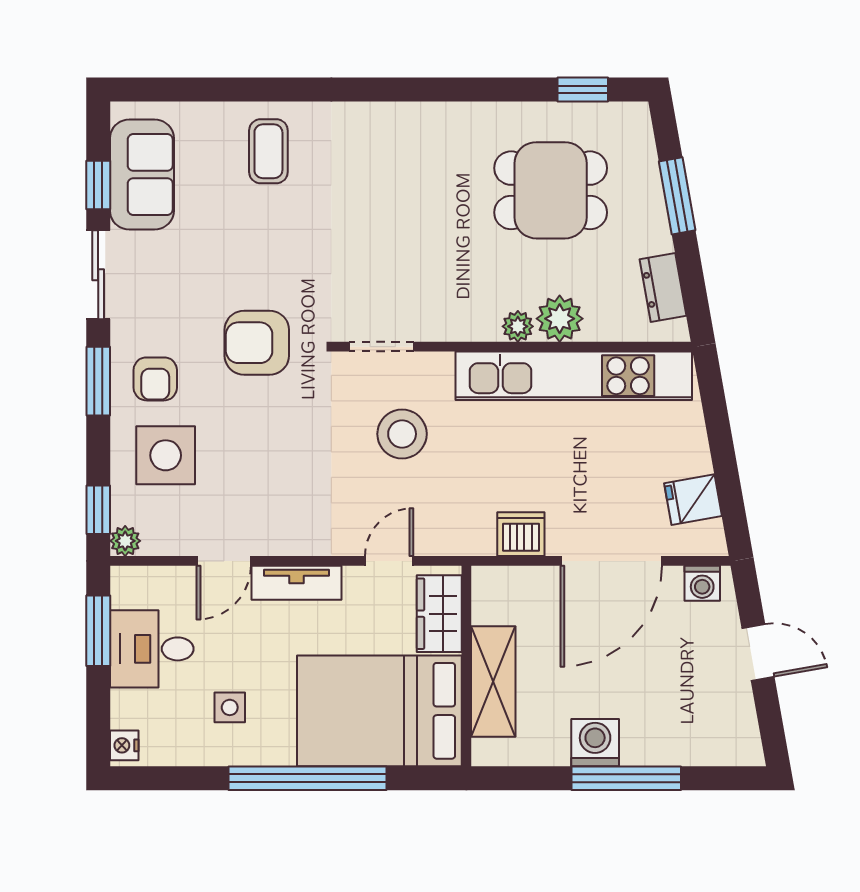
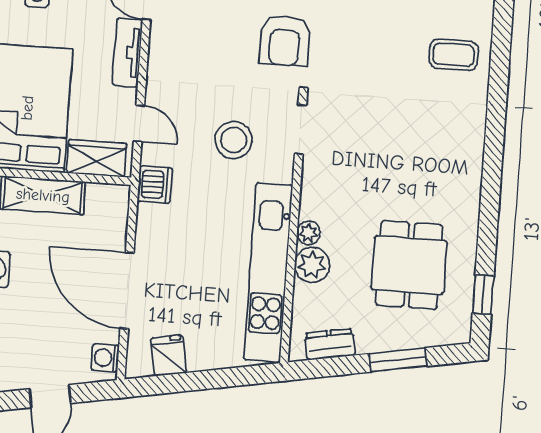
armchair: (257, 343) -> (285, 41), moved, turned 180
dishwasher: (521, 534) -> (155, 185), moved

